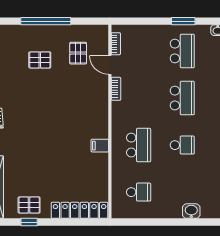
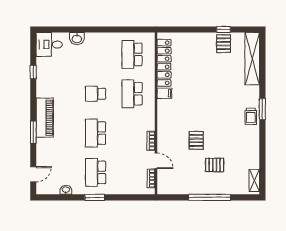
pallet: (78, 53) -> (196, 140), moved
school desk: (139, 192) -> (132, 54), width x1.85
pallet: (29, 205) -> (224, 44), turned 90
locker: (80, 210) -> (164, 63), moved, turned -90
washbasin: (191, 211) -> (77, 39), moved

